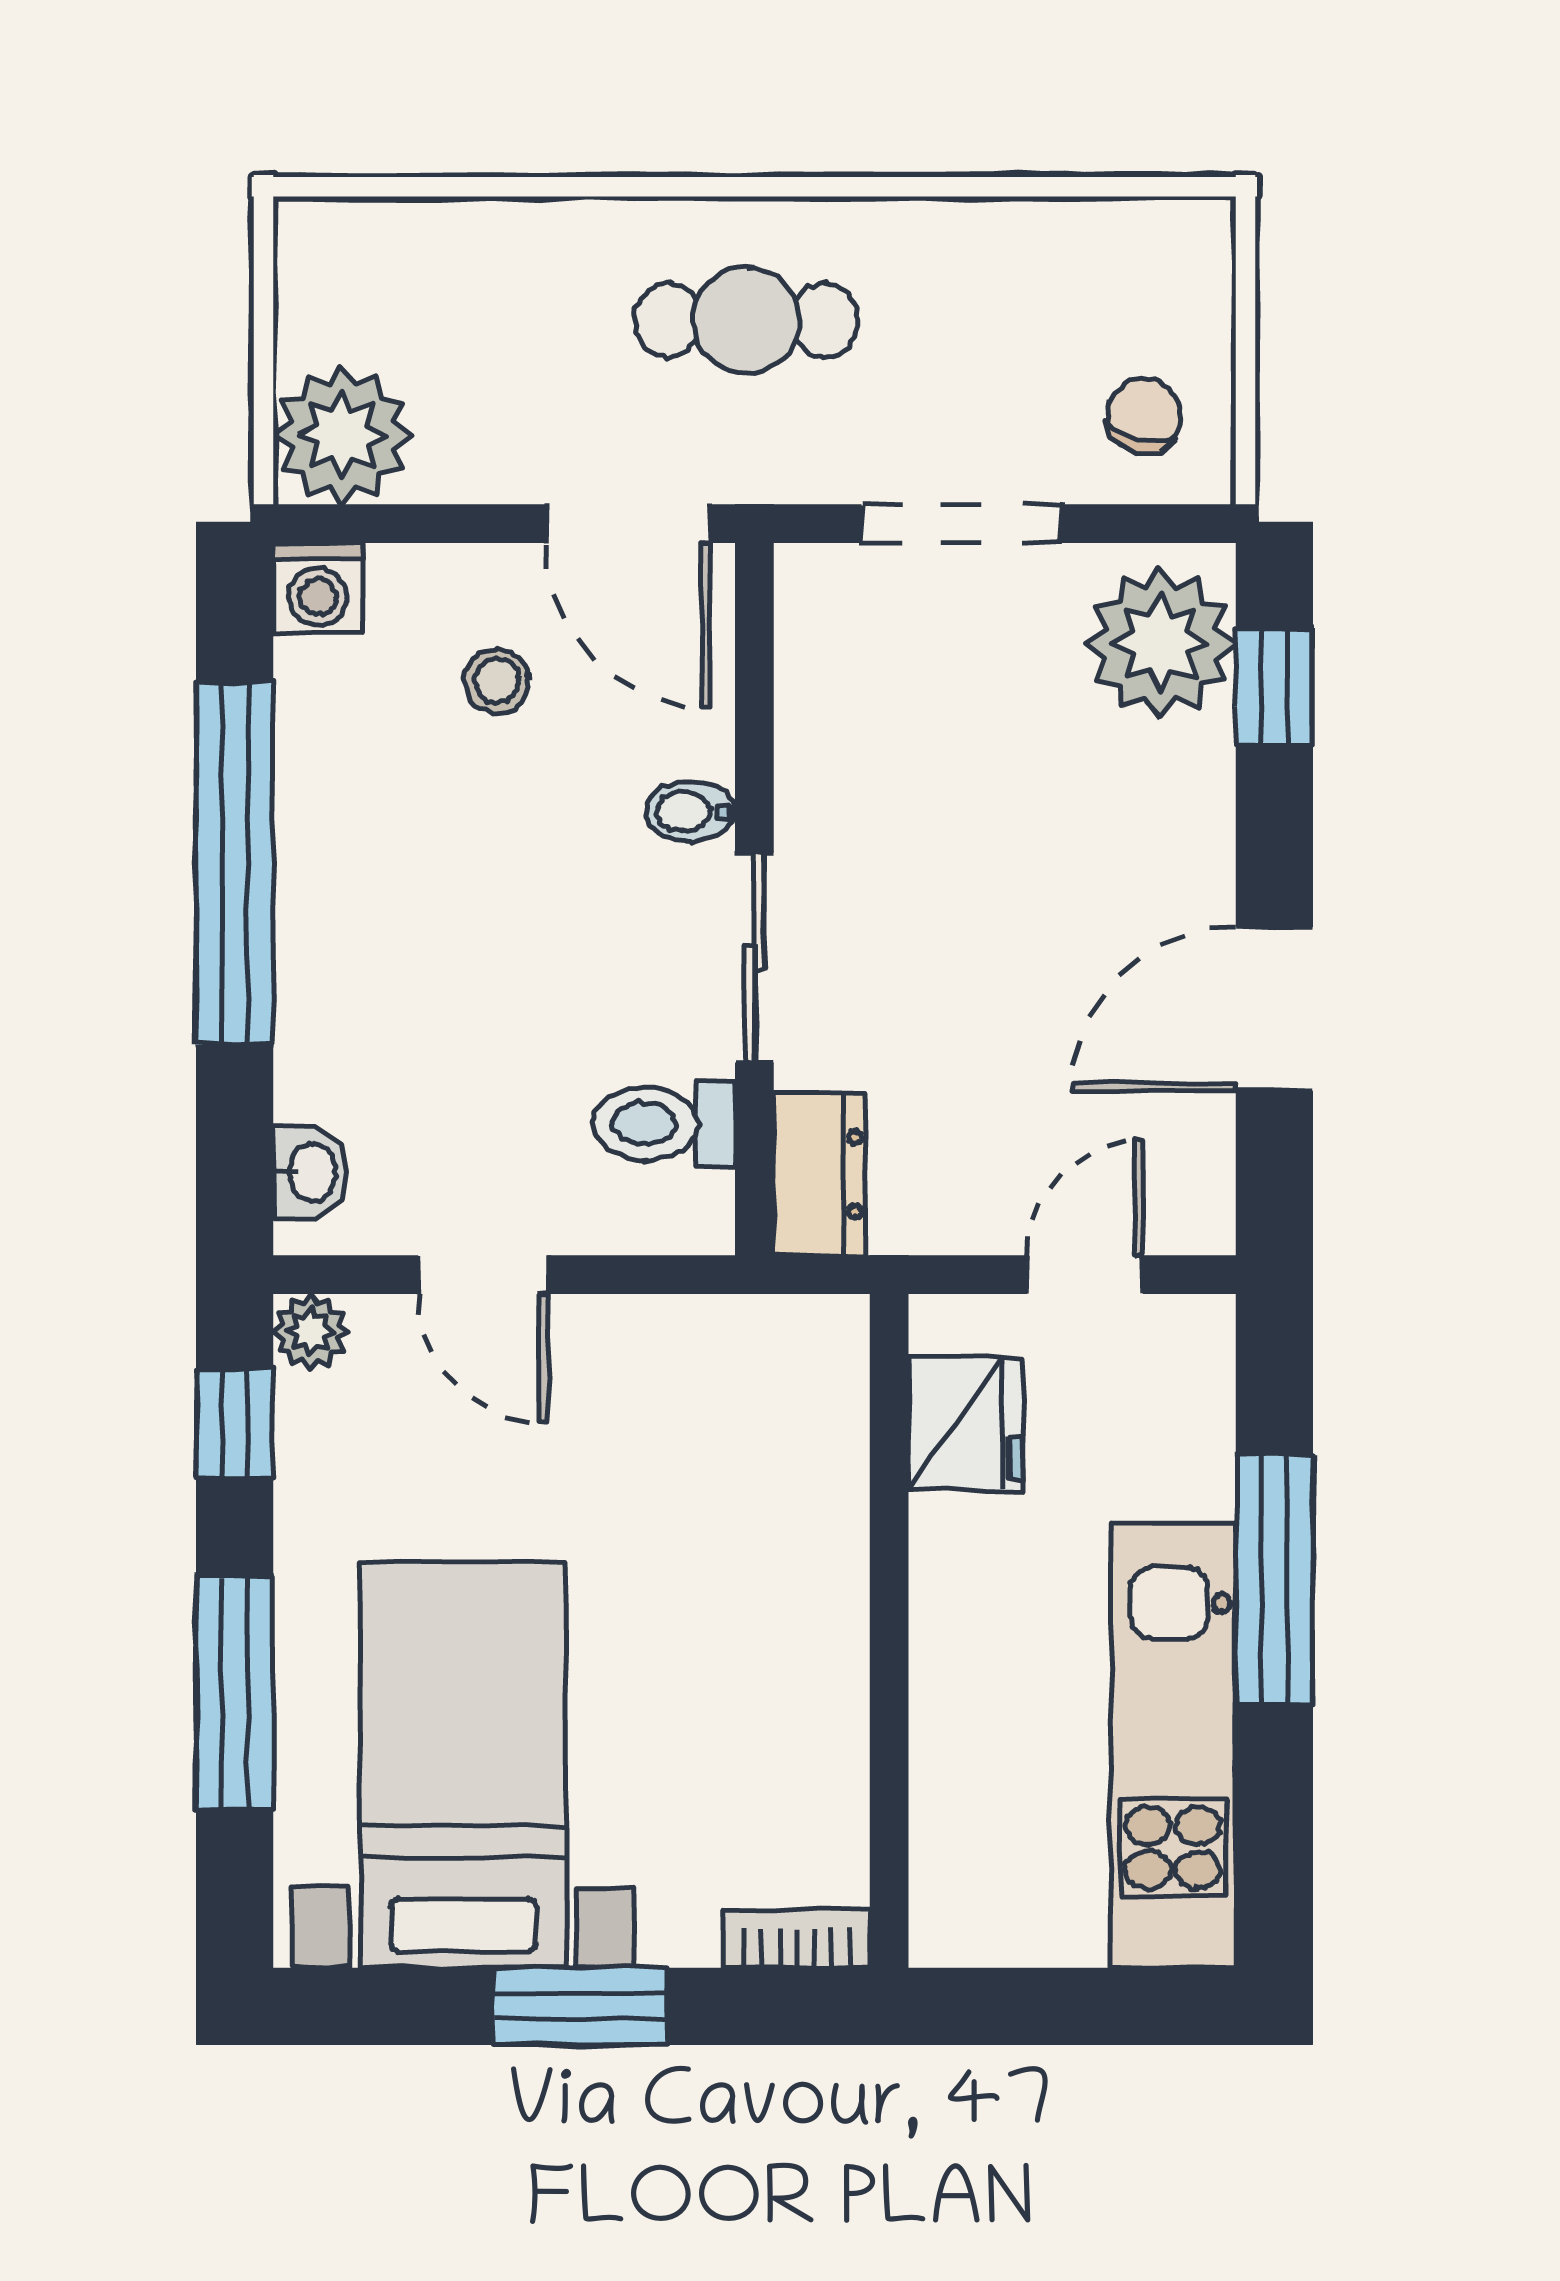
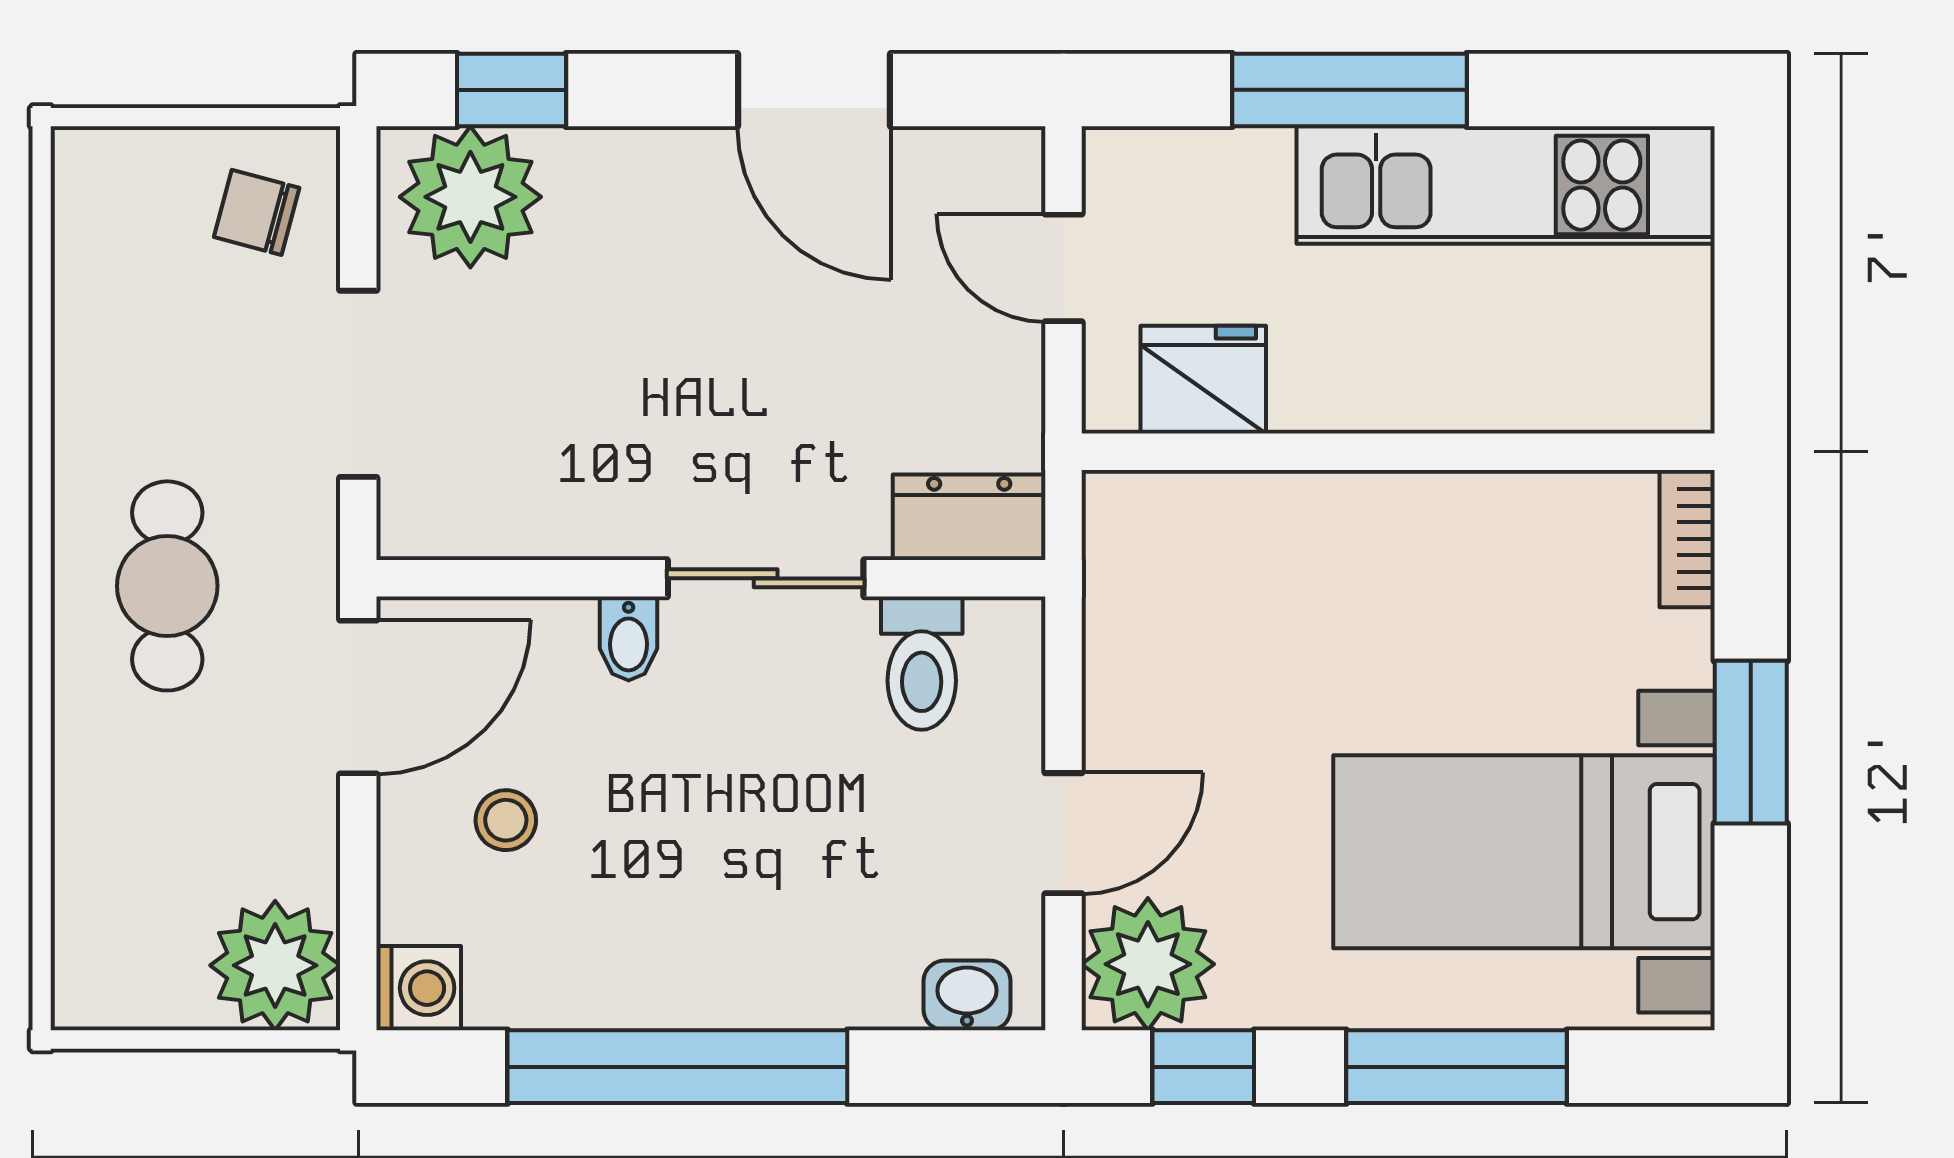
plant: (311, 1332) -> (1148, 964), width x1.88, depth x1.88

